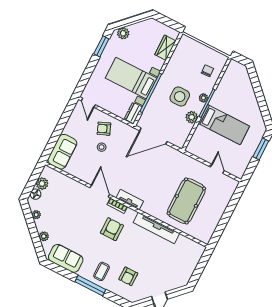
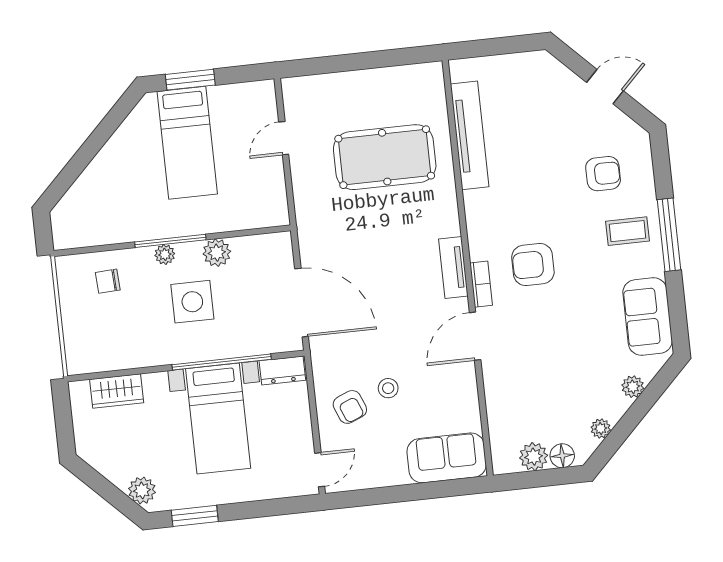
bed: (224, 125) -> (187, 143), moved, turned 180
tv unit: (156, 228) -> (470, 135), moved

